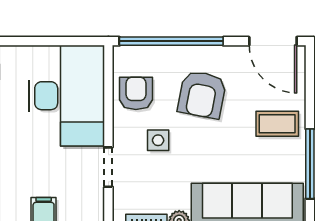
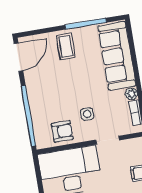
armchair: (136, 93) -> (62, 131), turned 180
armchair: (202, 95) -> (56, 93), removed

